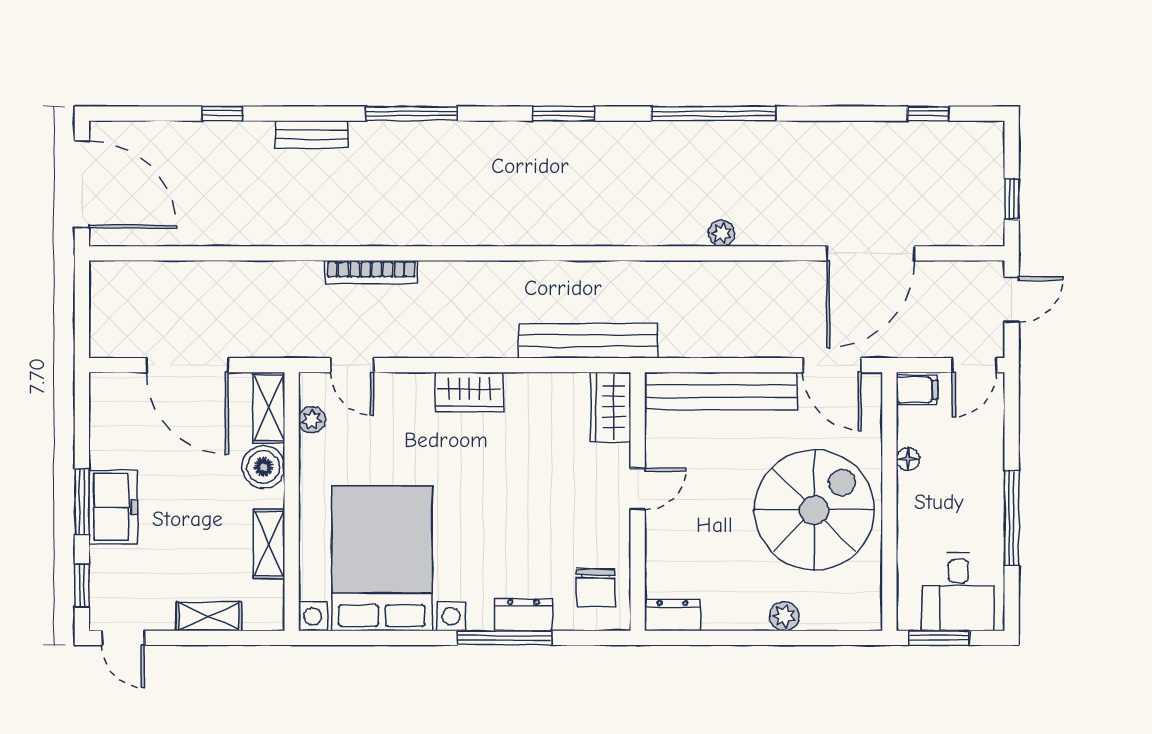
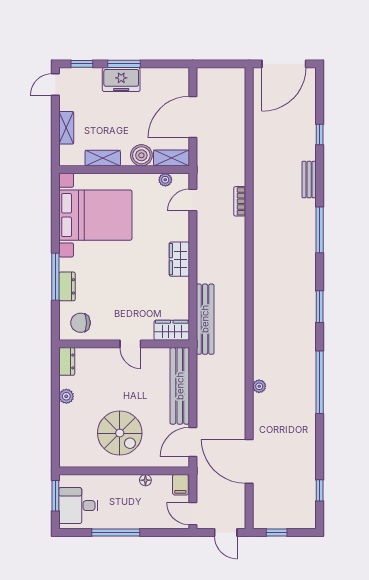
bookcase: (371, 272) -> (240, 201), width x0.64
spiral stairs: (814, 510) -> (120, 433), width x0.73, depth x0.73
plant: (784, 616) -> (66, 396), moved

